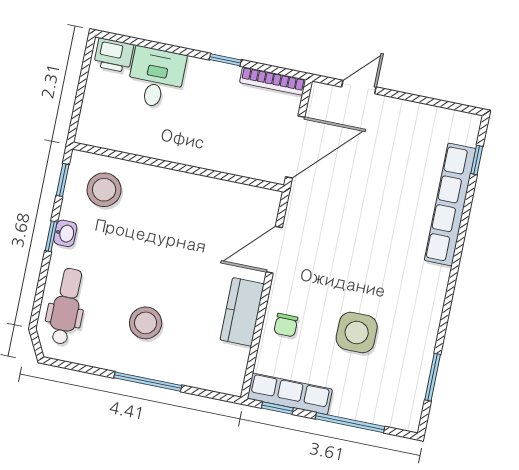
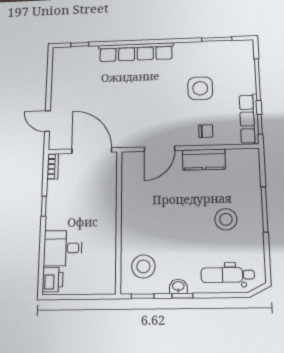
bookcase: (273, 81) -> (53, 166), width x0.64
row of seats: (450, 204) -> (136, 52), moved
door: (274, 250) -> (159, 149), hinge flipped

